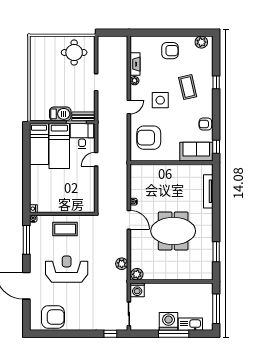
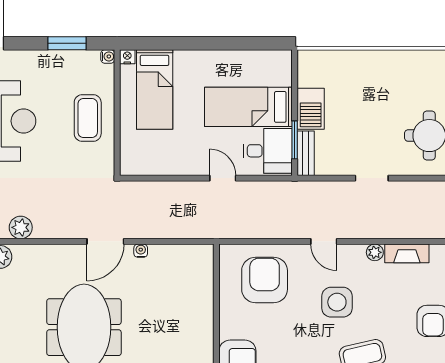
bed: (39, 144) -> (155, 90), moved, turned -90
window: (26, 240) -> (67, 43), width x0.69

